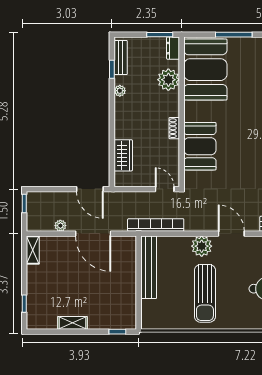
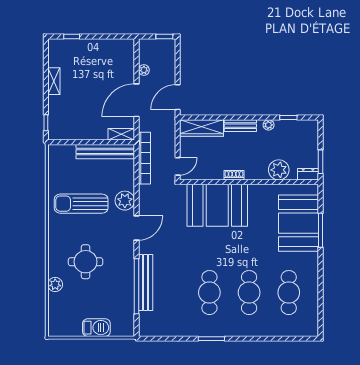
bench: (121, 58) -> (240, 126), moved
booth: (205, 70) -> (299, 223), moved, turned 90
booth: (200, 146) -> (217, 205), width x1.36, depth x1.42
wardrobe: (123, 155) -> (202, 128), width x1.50
shelving: (33, 250) -> (121, 134), moved

